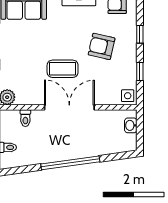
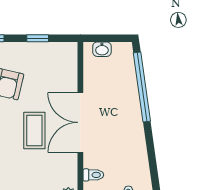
side table: (128, 96) -> (67, 53), removed
window: (70, 163) -> (142, 87), moved

